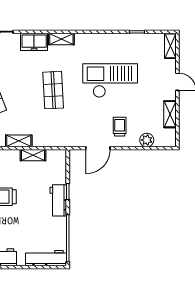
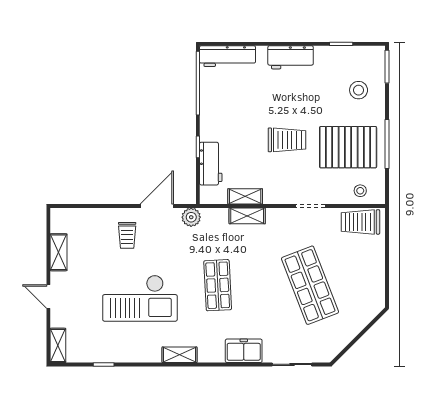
shelving: (61, 39) -> (180, 355), moved
plant: (147, 140) -> (191, 217), moved
shelving: (19, 141) -> (247, 216), moved
workbench: (58, 200) -> (211, 164), moved

